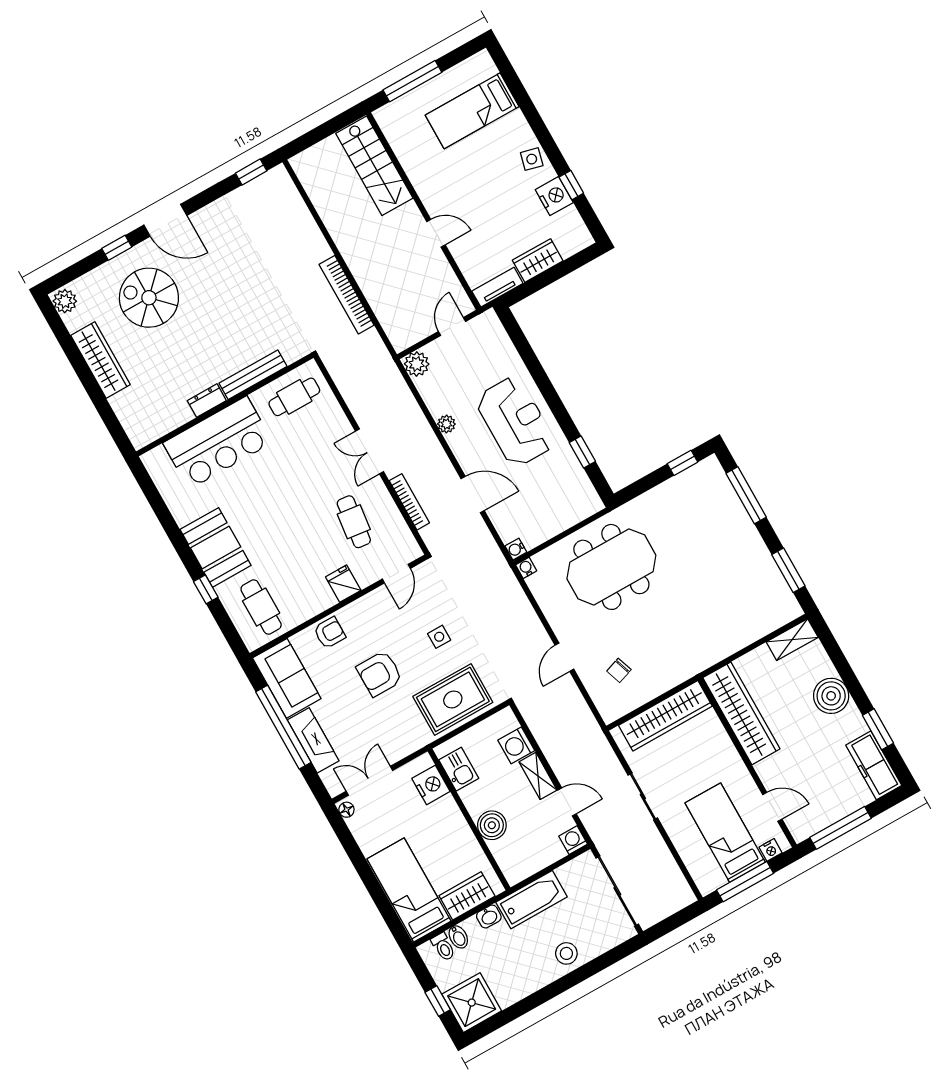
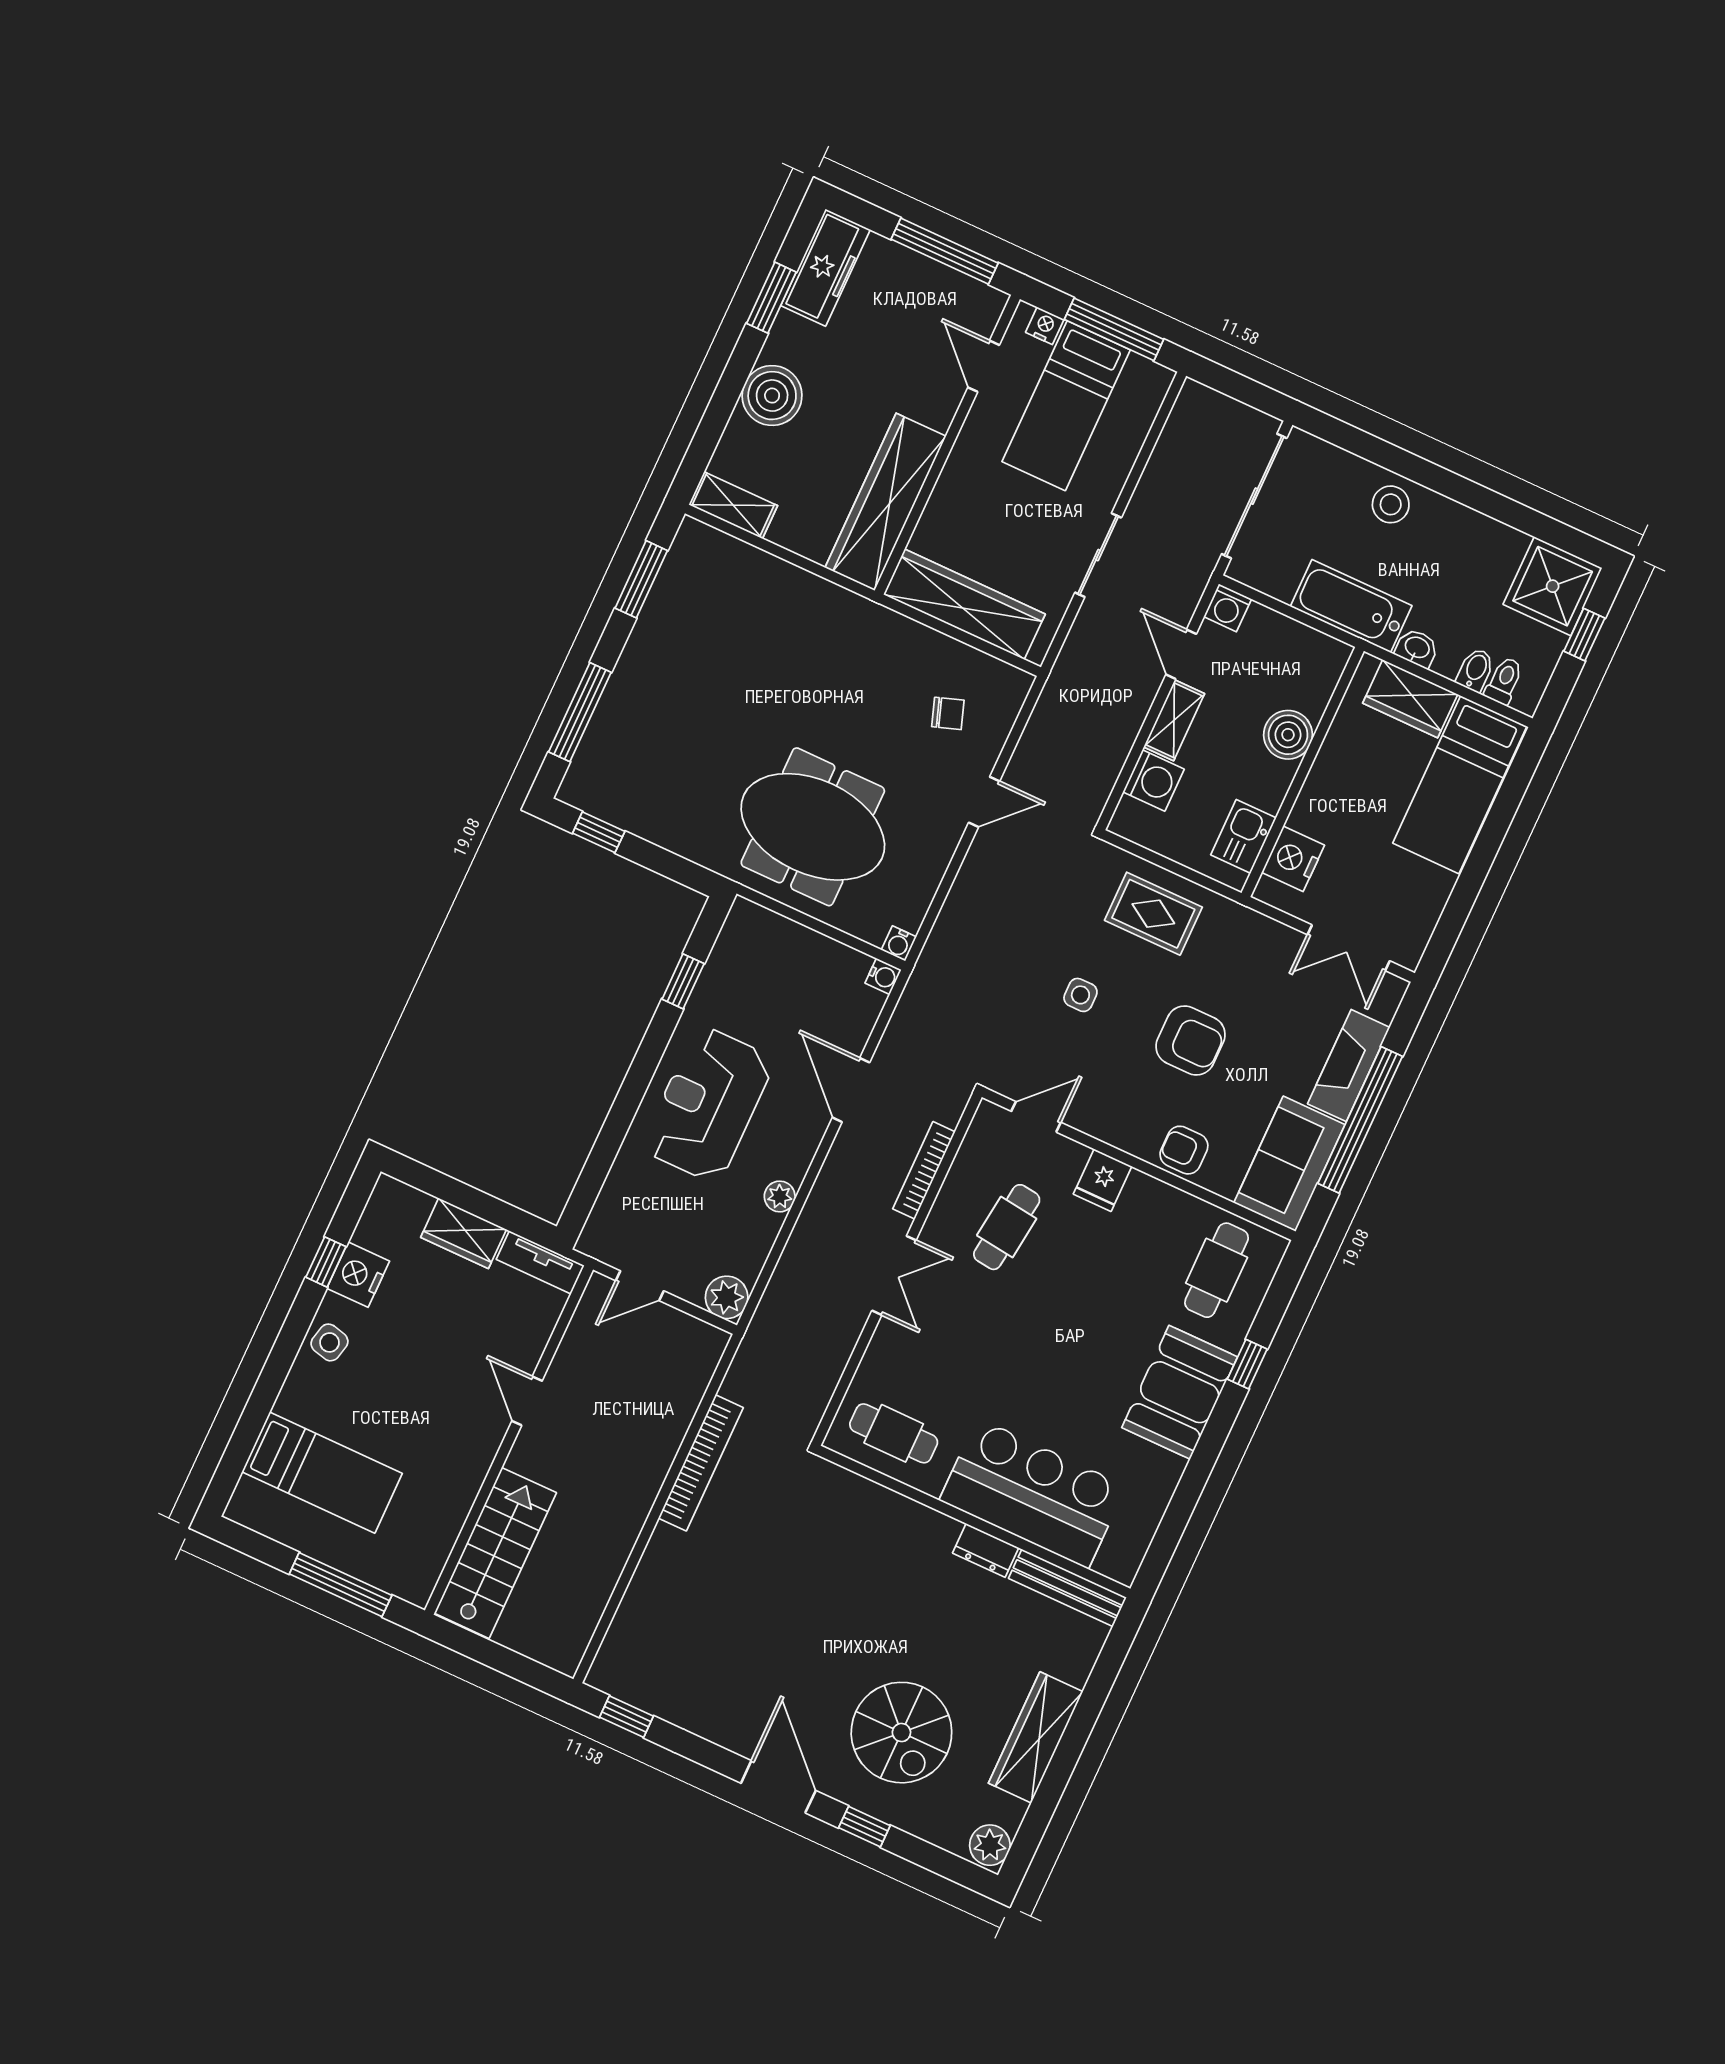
bench: (253, 375) -> (1067, 1588), moved
rug: (453, 699) -> (1153, 914), width x0.73, depth x0.70
floor lamp: (346, 810) -> (1411, 951), removed

